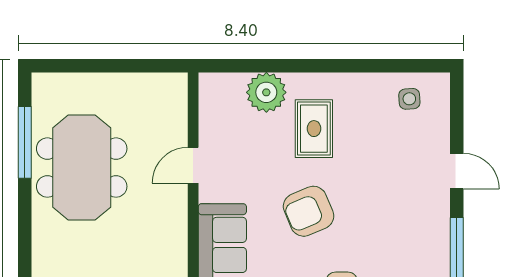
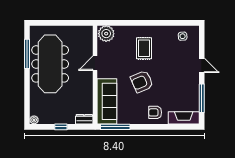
plant: (266, 92) -> (106, 34), moved
meeting table: (82, 168) -> (50, 64), width x1.36

